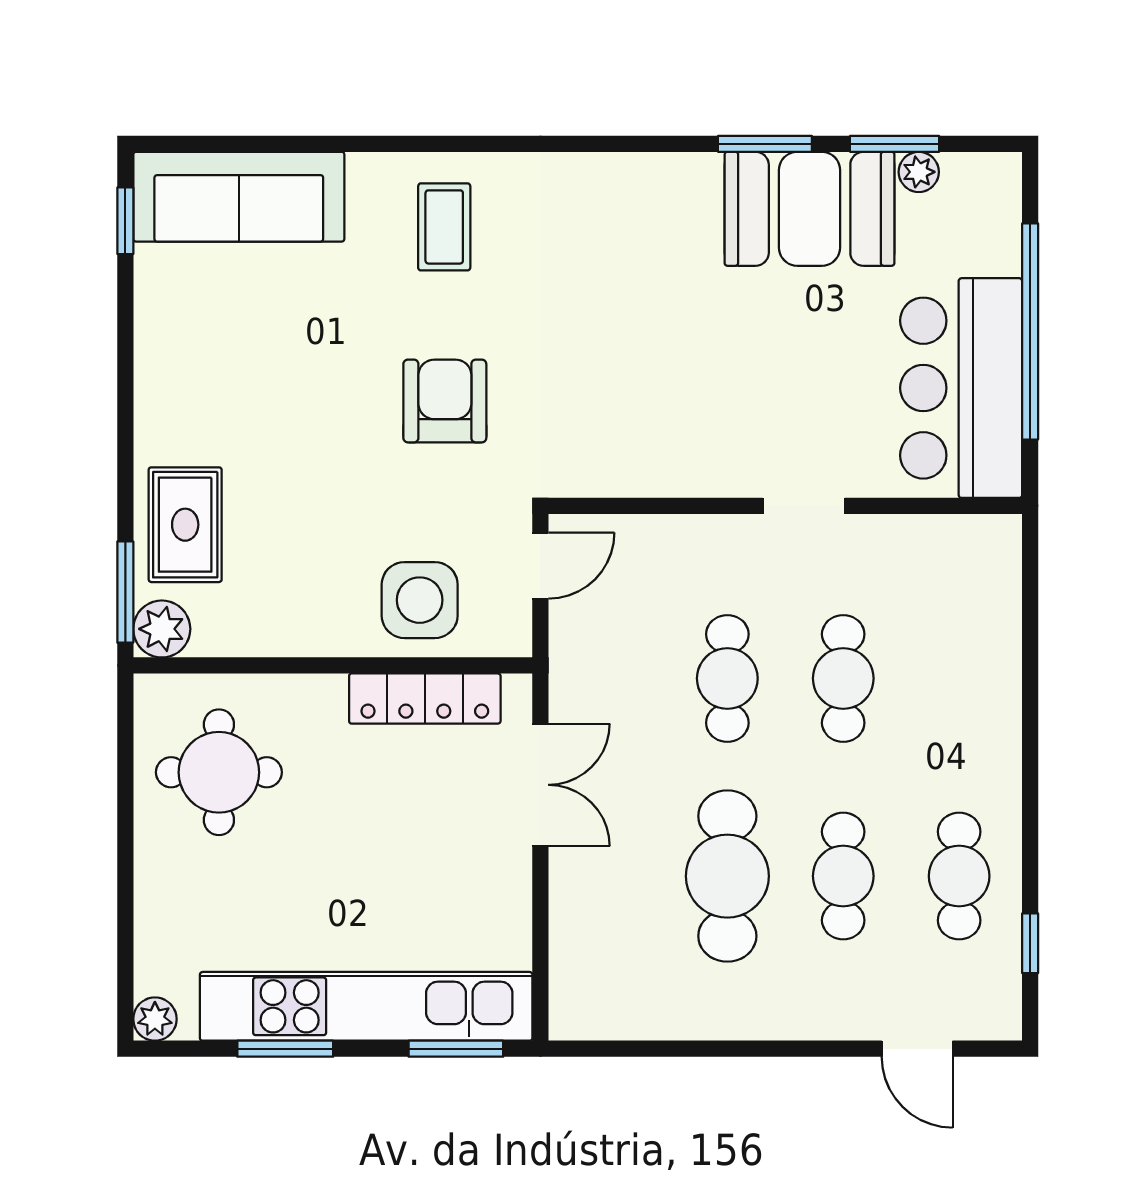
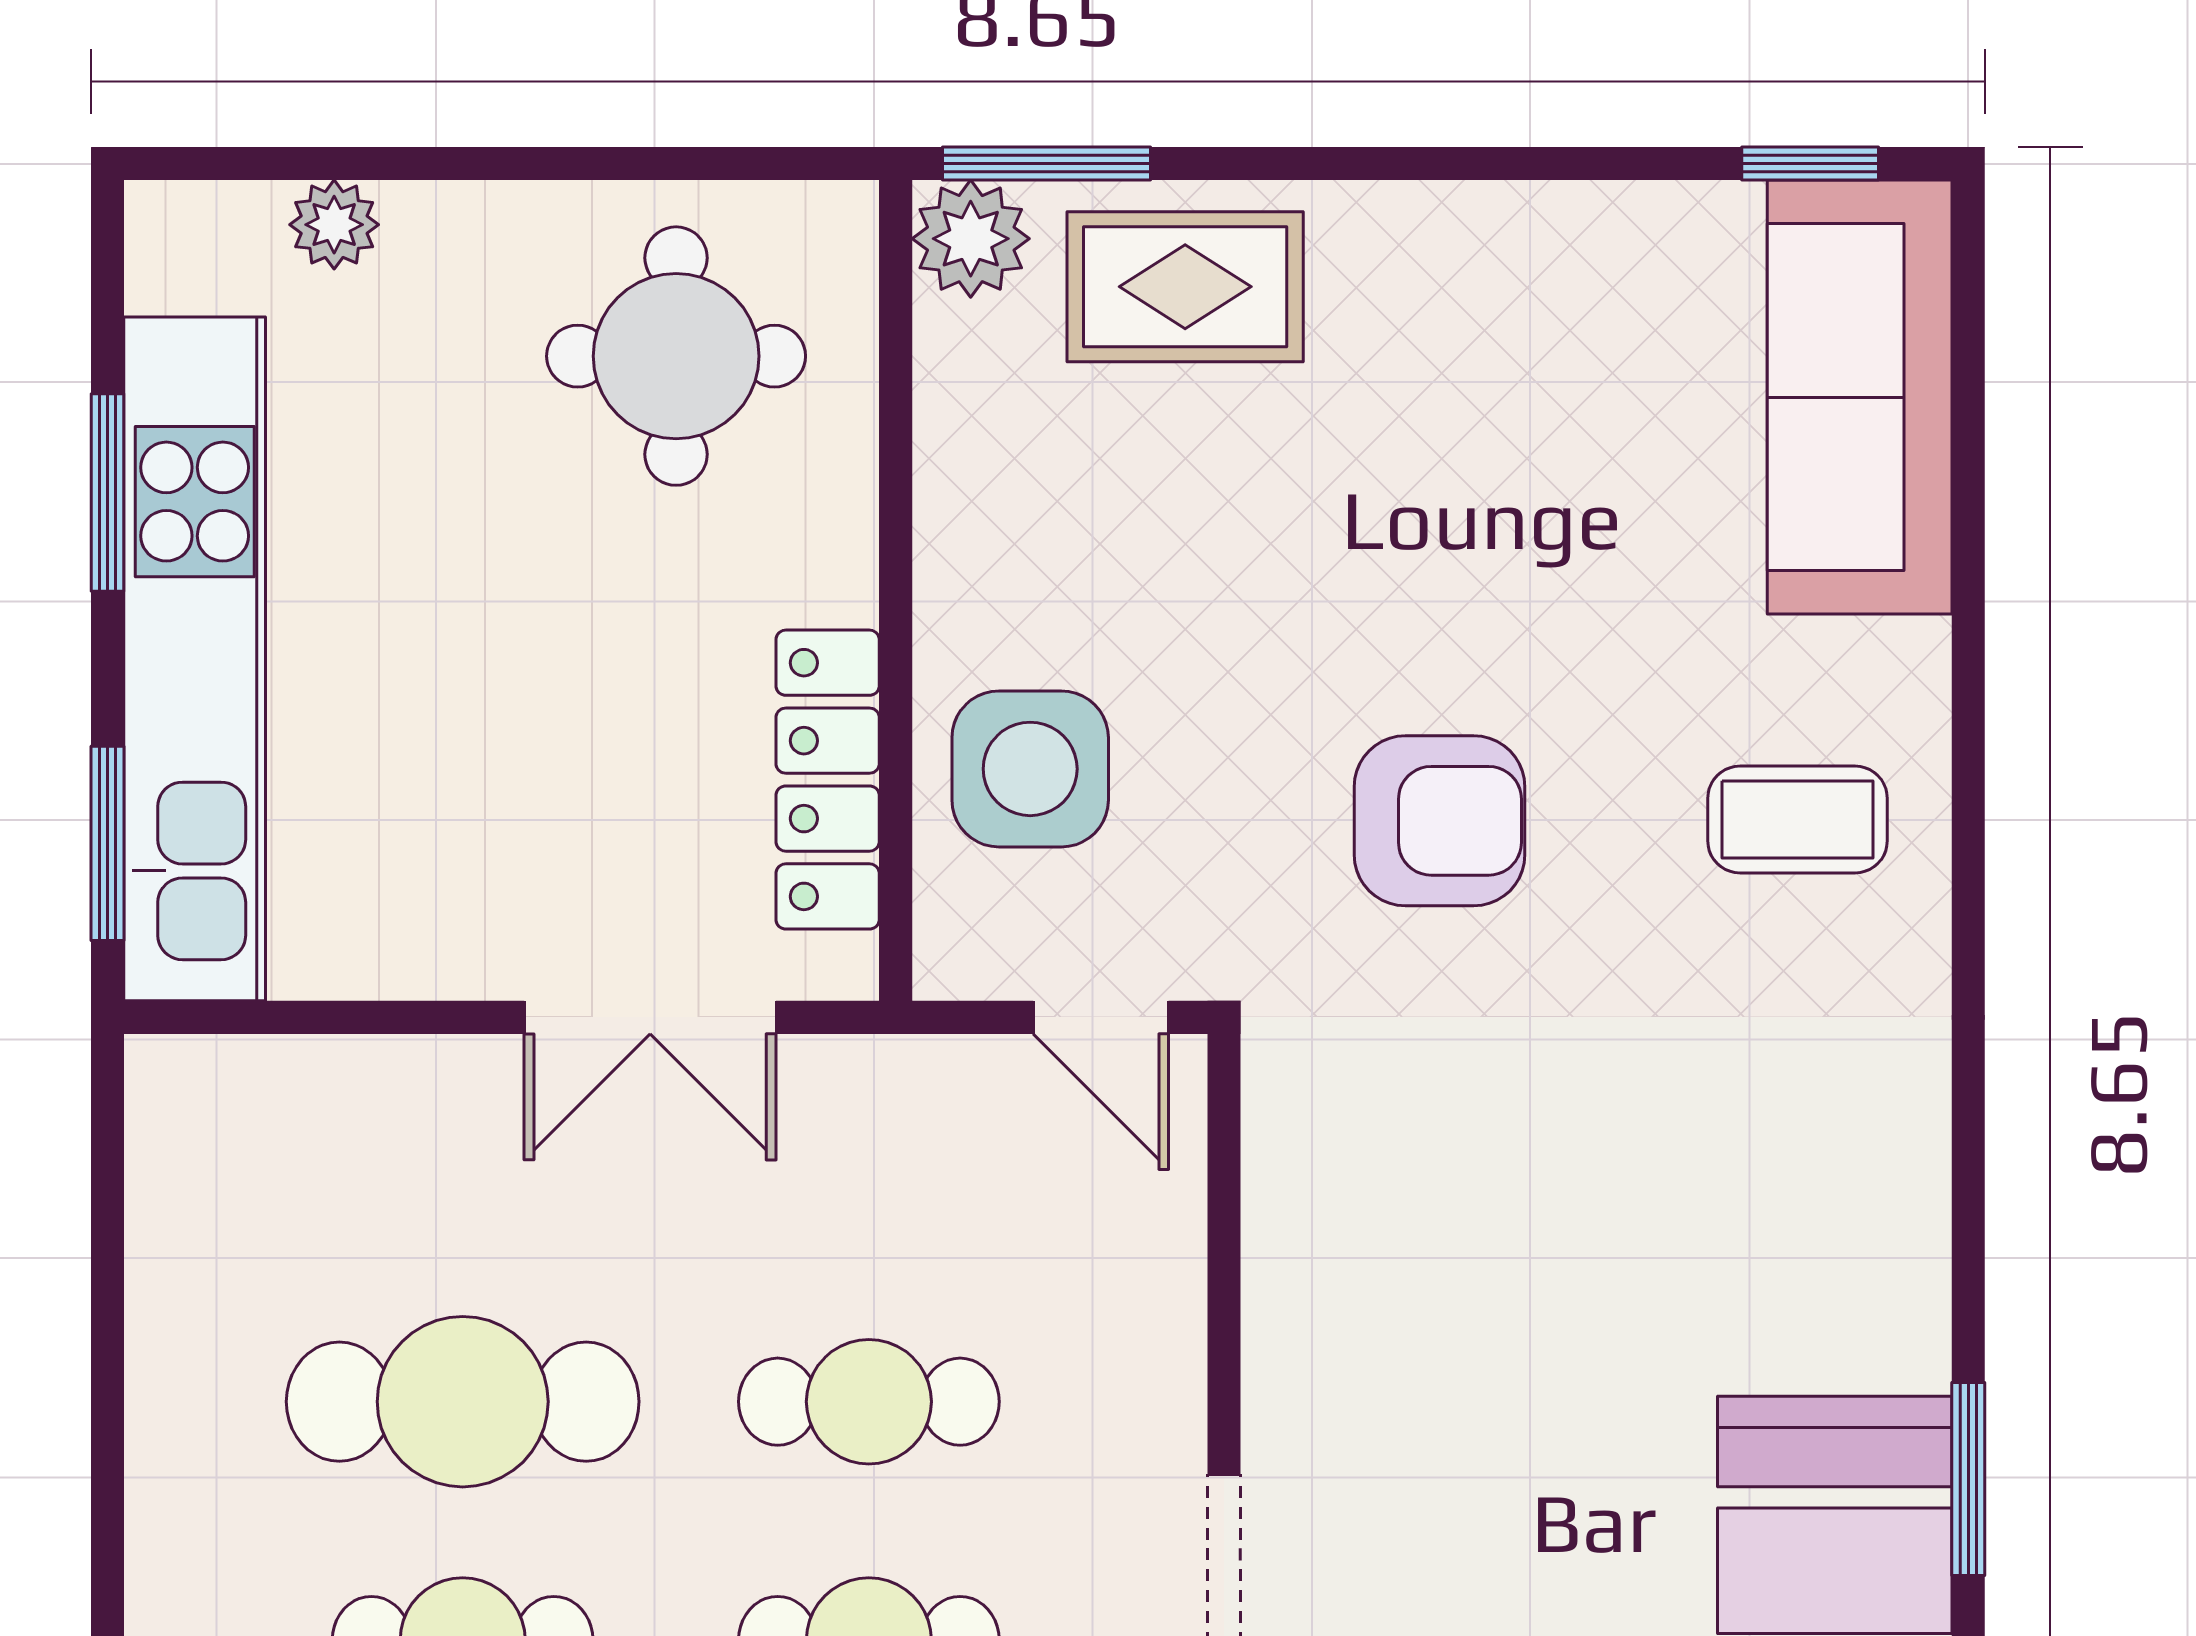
plant: (155, 1019) -> (334, 225), moved

